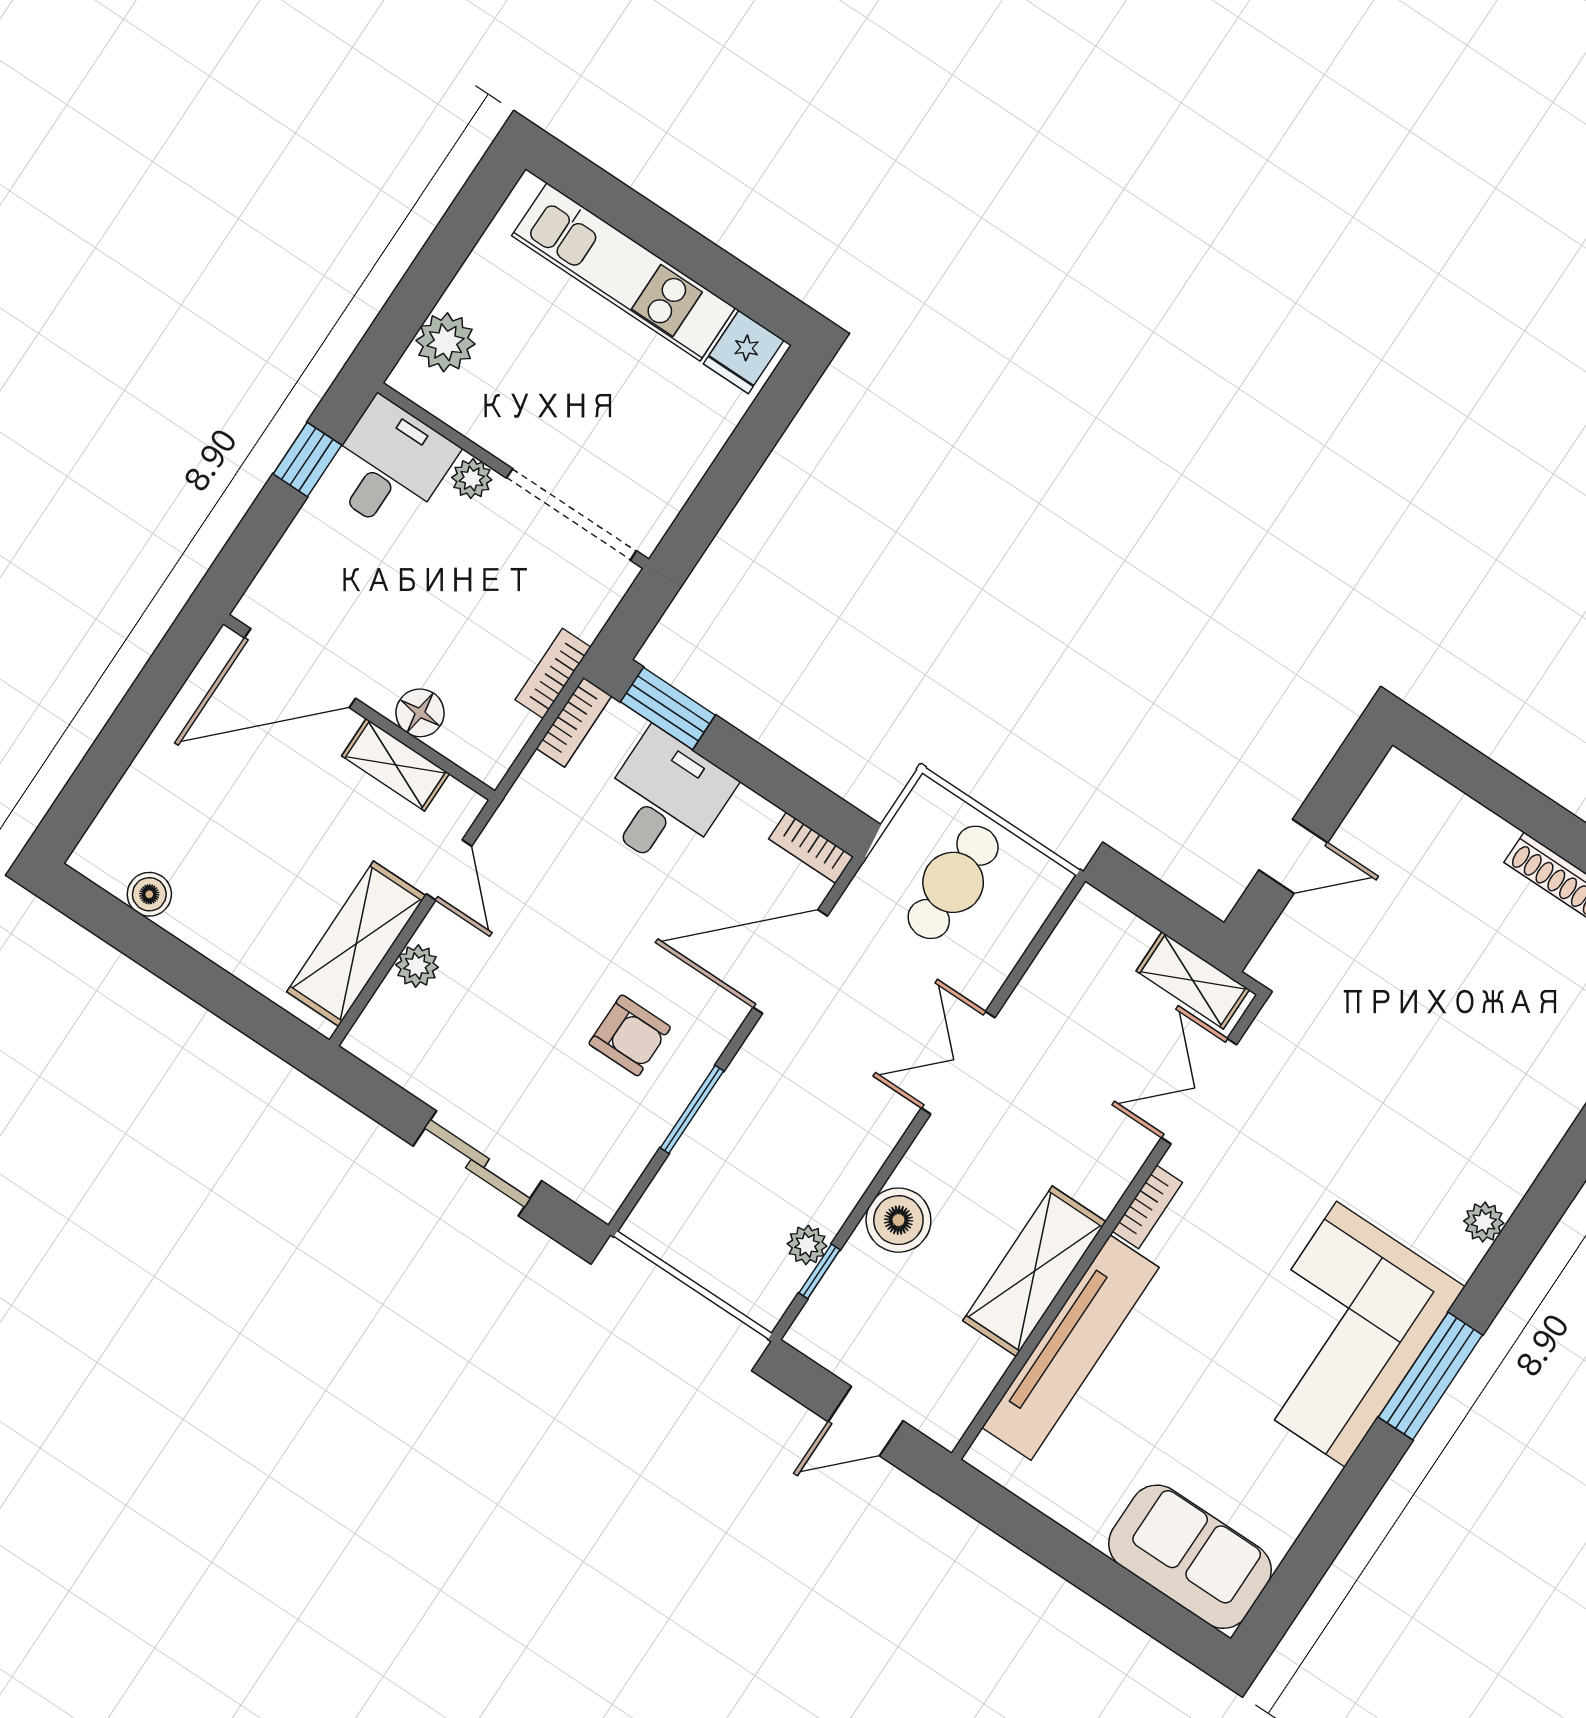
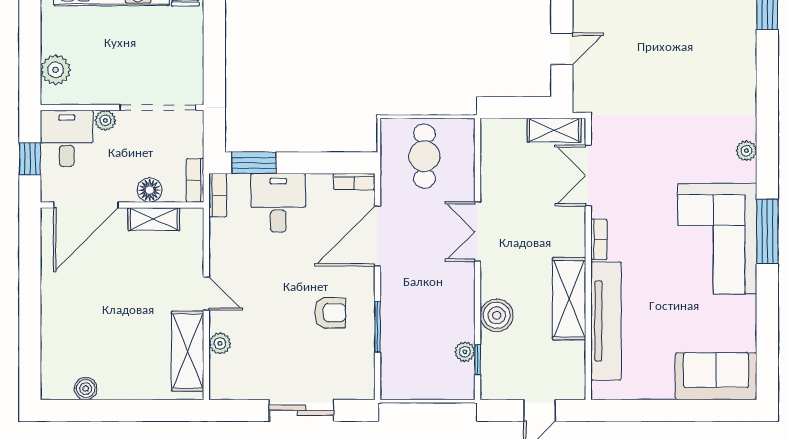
door: (300, 668) -> (86, 205), moved
wall: (359, 707) -> (122, 205), moved
floor lamp: (420, 713) -> (150, 190), moved
shelving: (396, 765) -> (154, 219), moved

